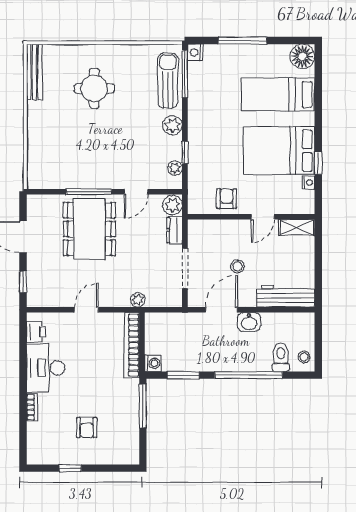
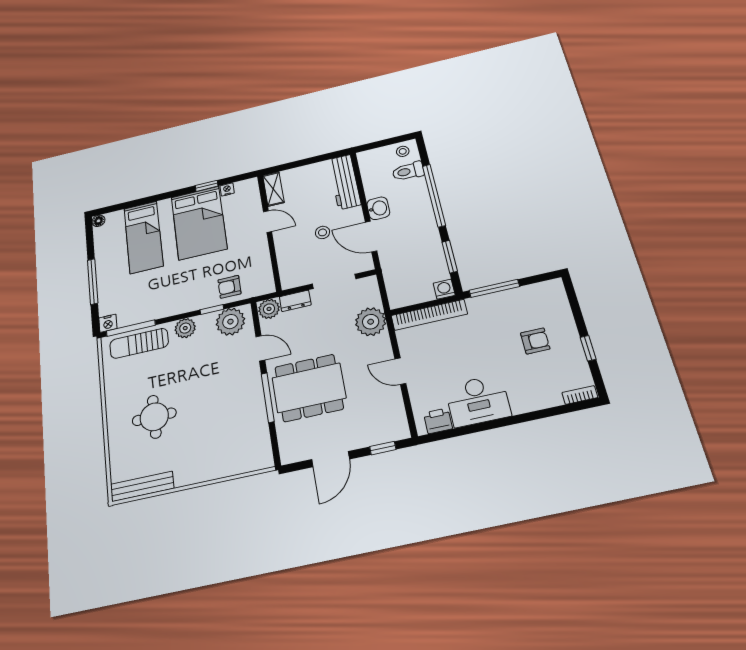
floor lamp: (302, 56) -> (98, 221), width x0.53, depth x0.53
plant: (175, 168) -> (230, 322), width x1.88, depth x1.88
armchair: (227, 199) -> (229, 287), moved
plant: (138, 300) -> (371, 322), width x1.88, depth x1.88
bookcase: (32, 407) -> (580, 395), moved

